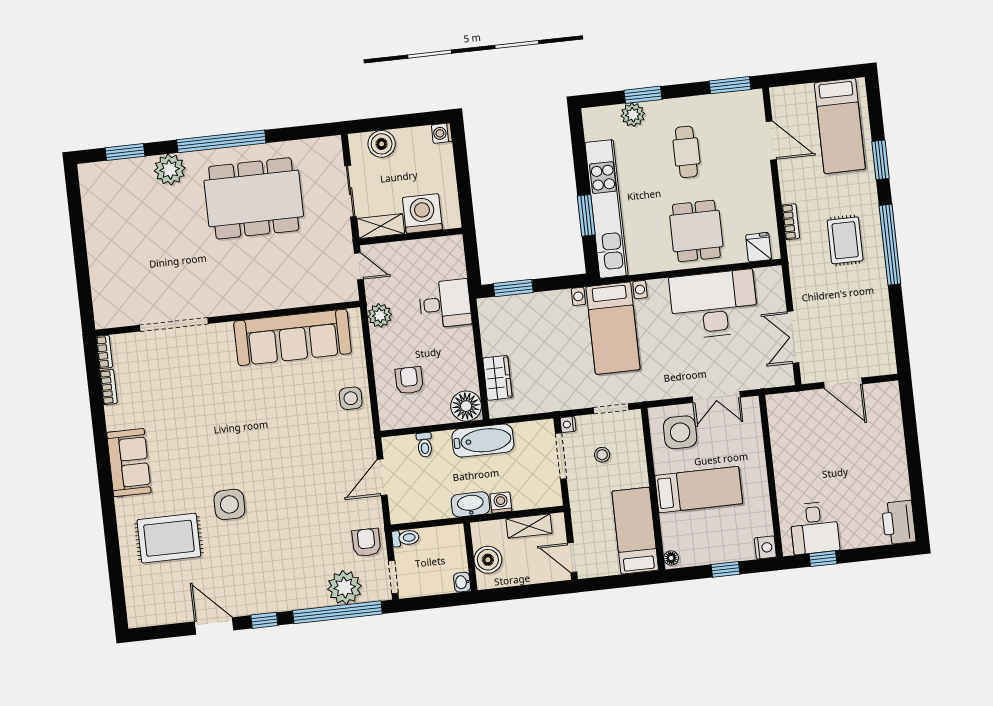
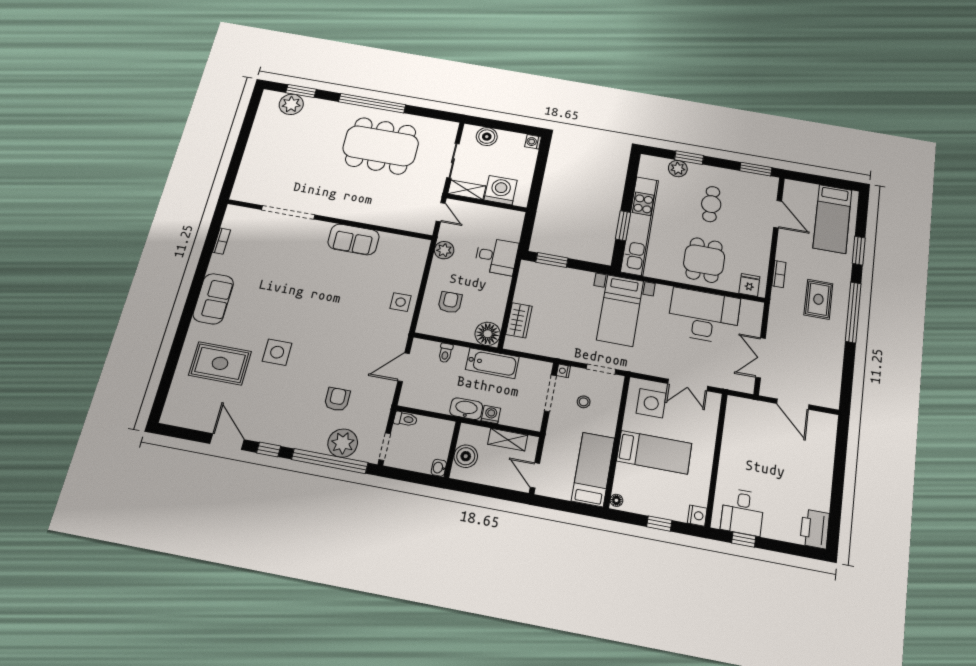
plant: (170, 170) -> (291, 104), moved
sofa: (293, 337) -> (354, 239), width x0.54, depth x0.79
bookcase: (104, 352) -> (229, 216), removed
armchair: (366, 542) -> (337, 399), moved

